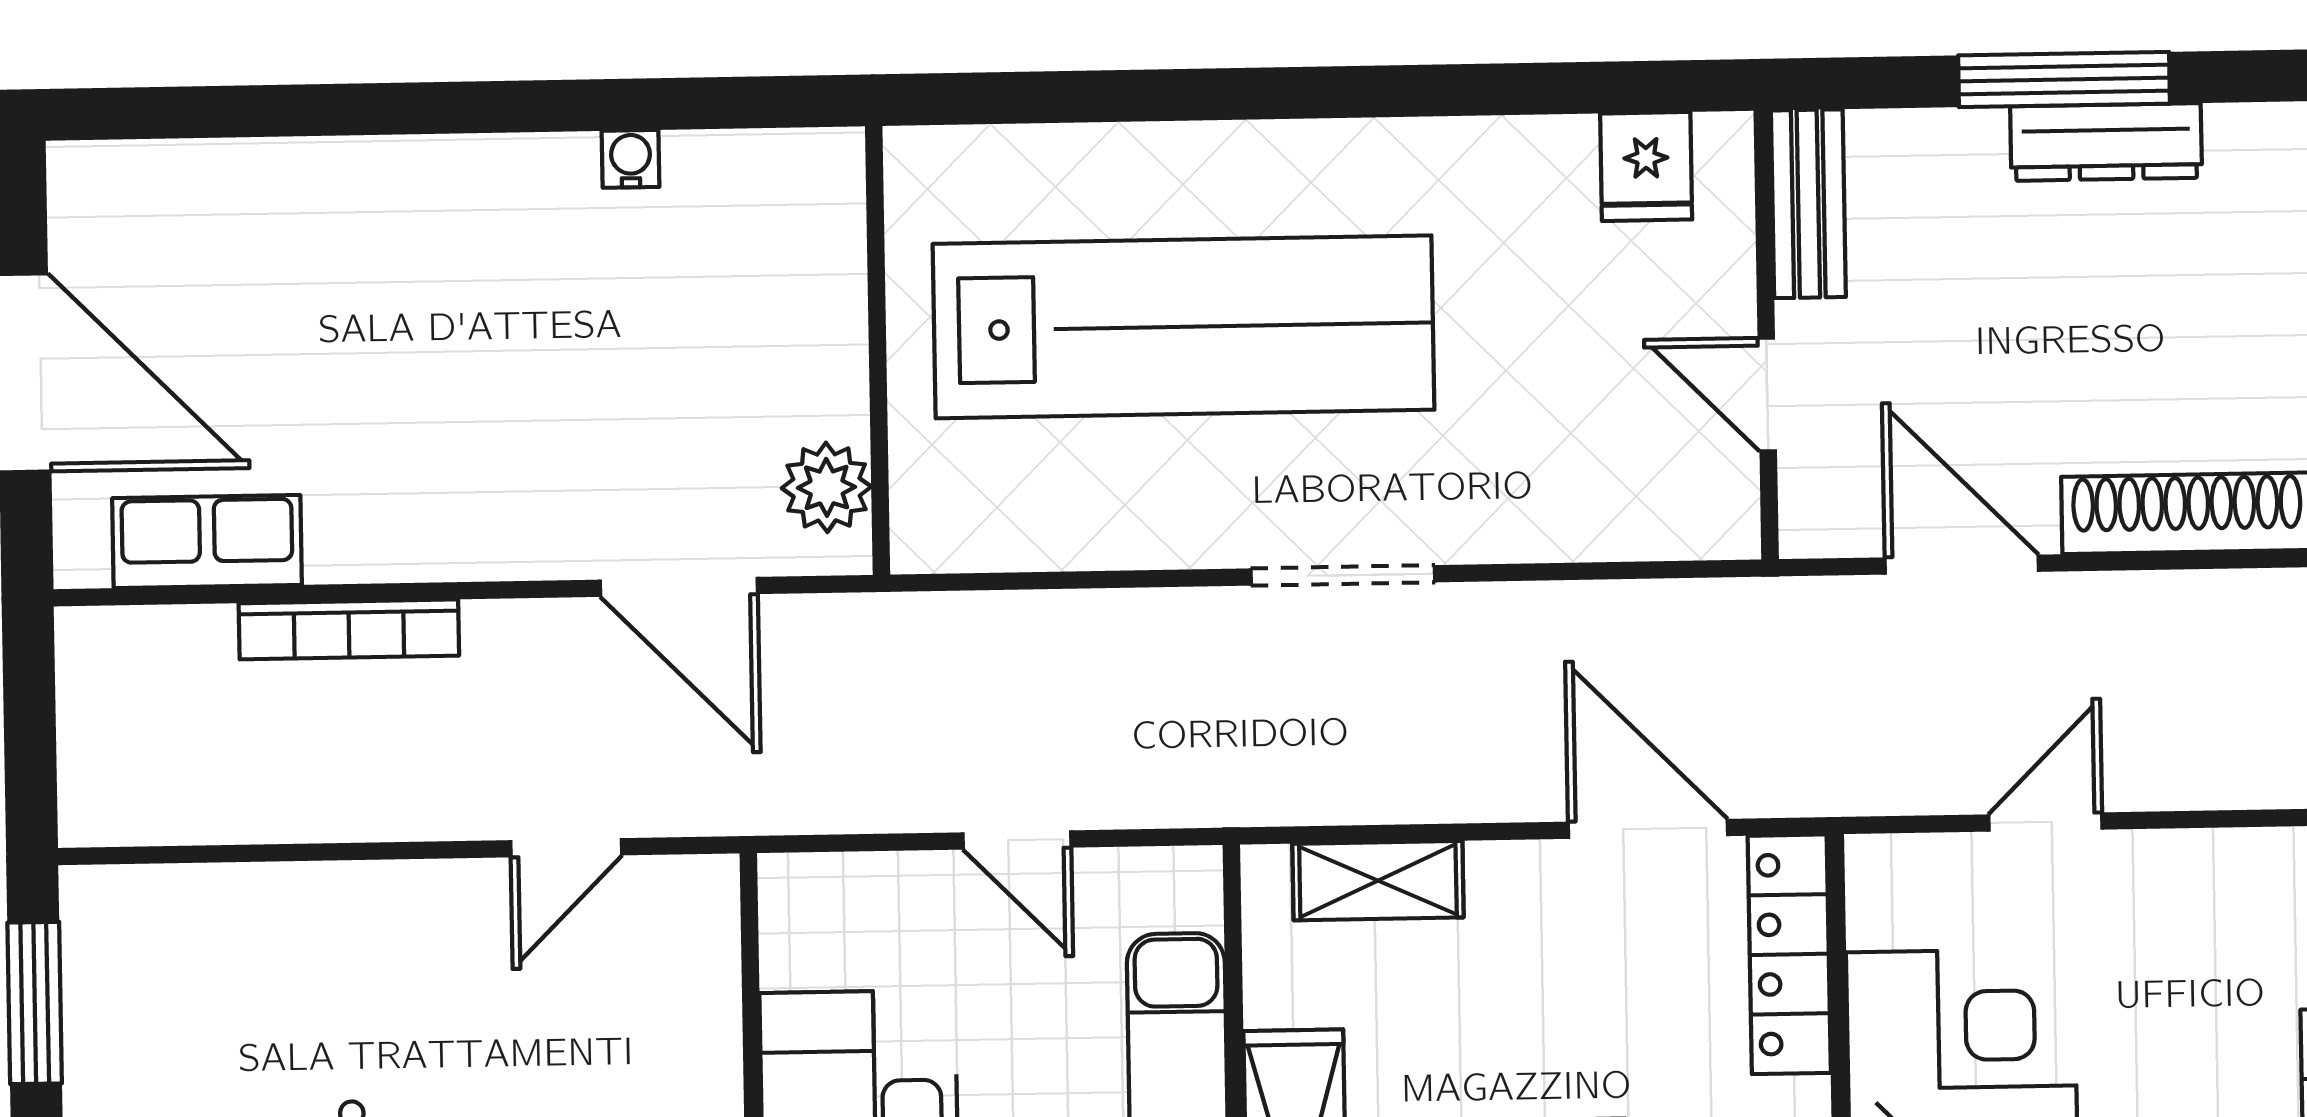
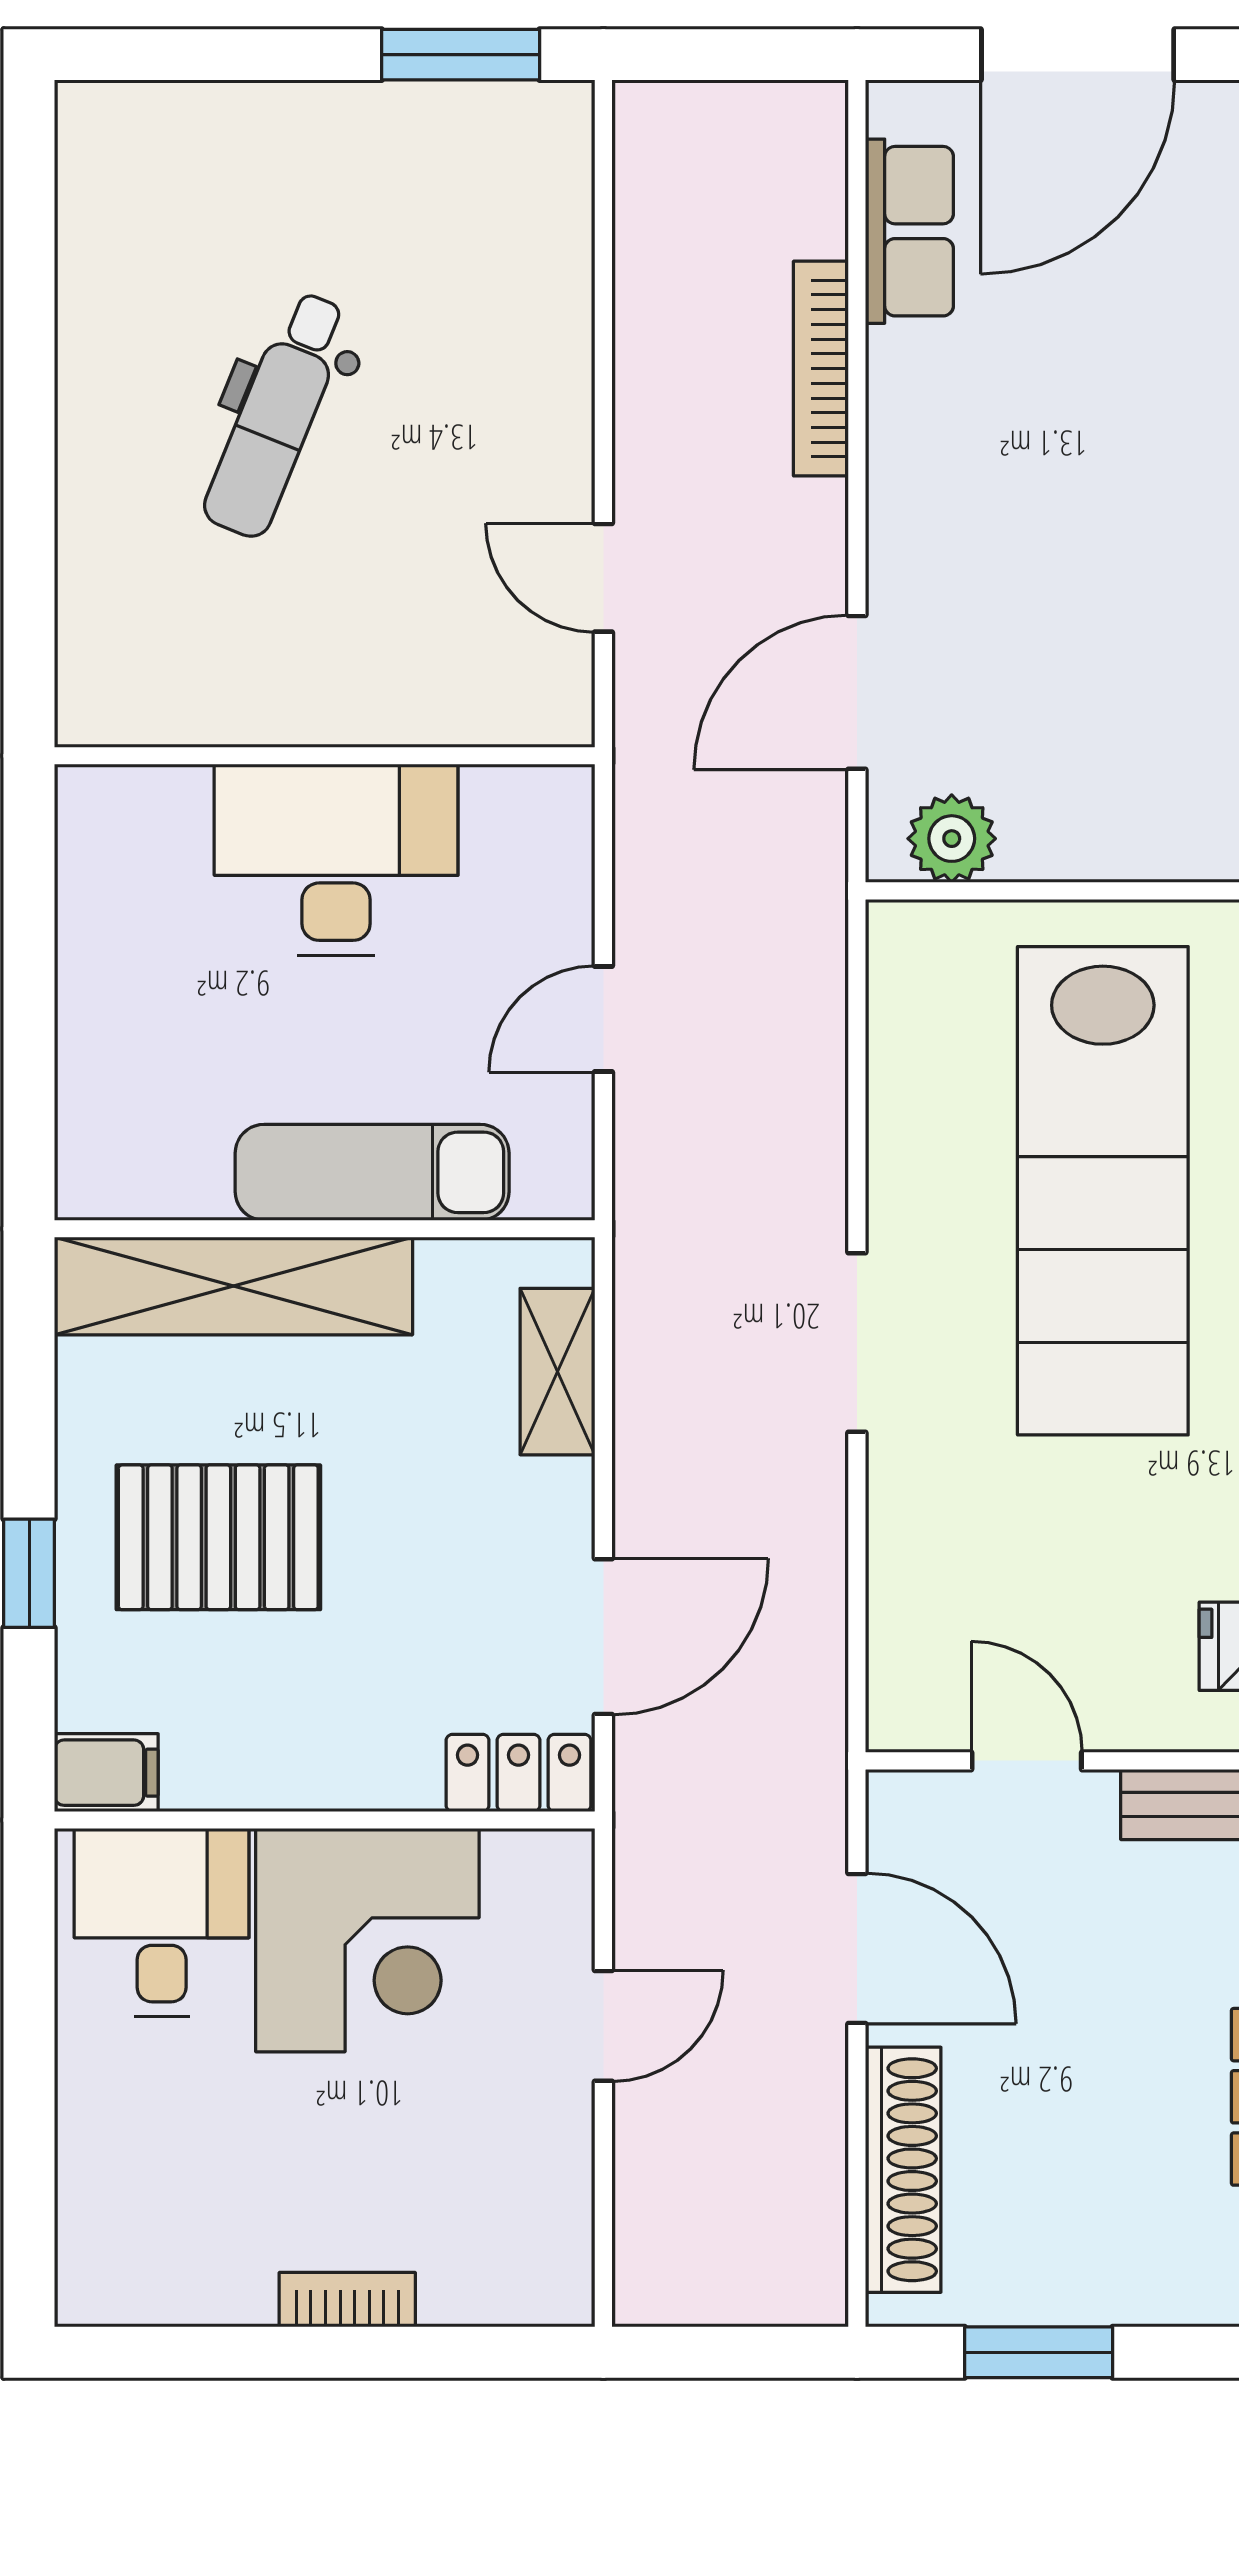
door: (1767, 395) -> (1027, 1761), hinge flipped
door: (1962, 565) -> (857, 1948), hinge flipped
door: (2045, 822) -> (603, 2026), hinge flipped
locker: (1789, 954) -> (519, 1773), width x0.66

